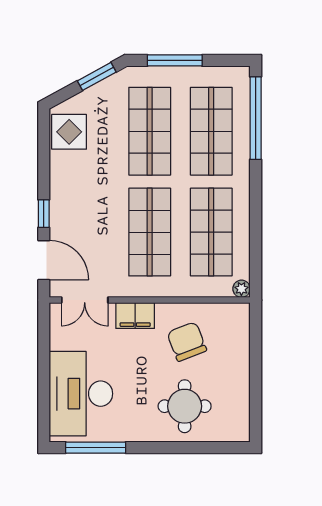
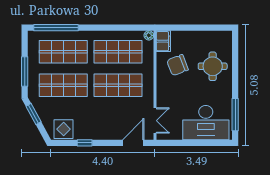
window: (44, 214) -> (85, 143), moved
filing cabinet: (135, 316) -> (163, 41), moved

